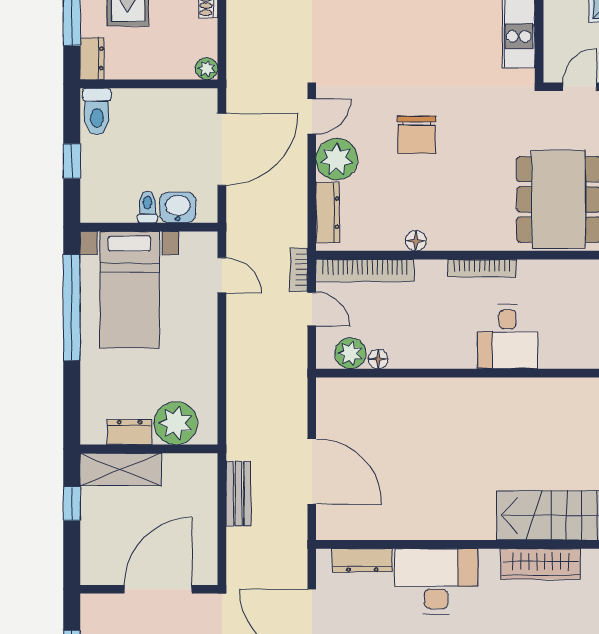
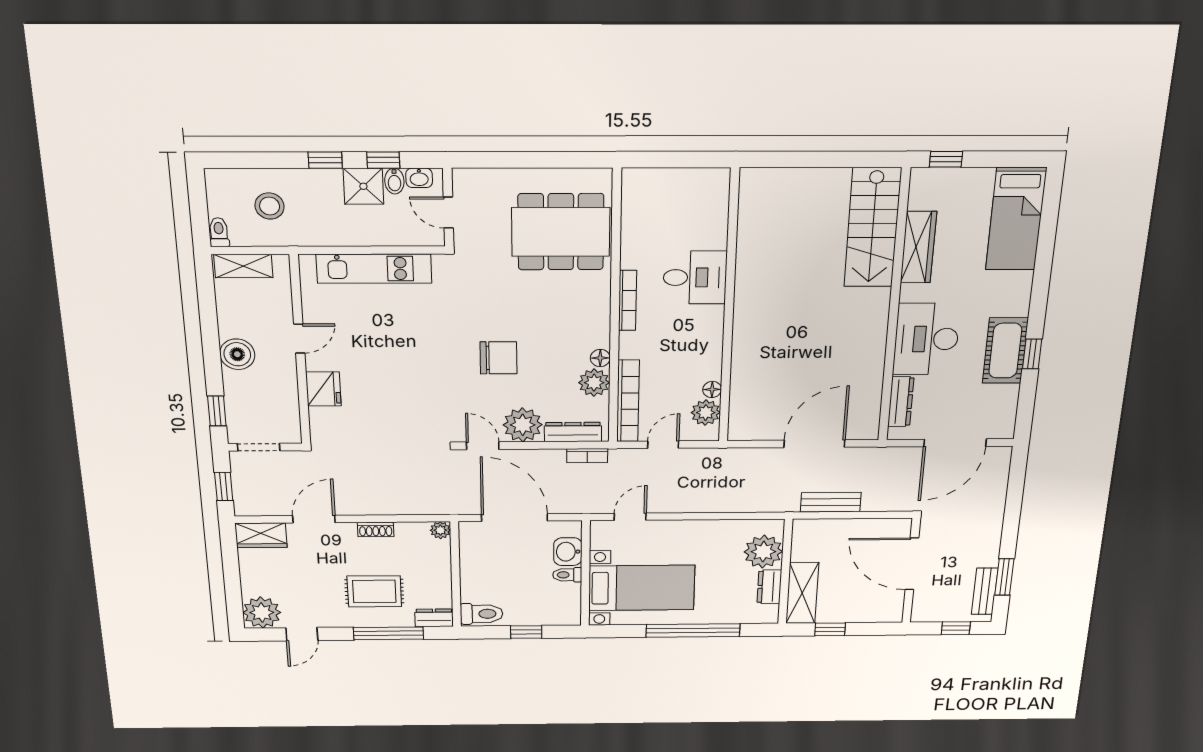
plant: (387, 235) -> (594, 383), added
bookcase: (299, 270) -> (587, 456), moved
window: (72, 308) -> (693, 631), moved

